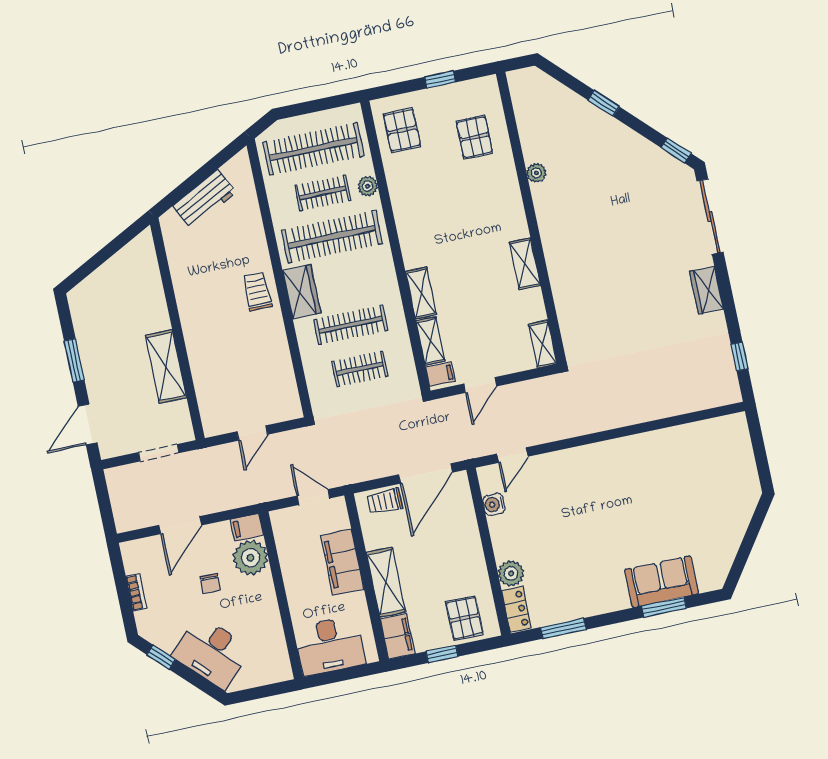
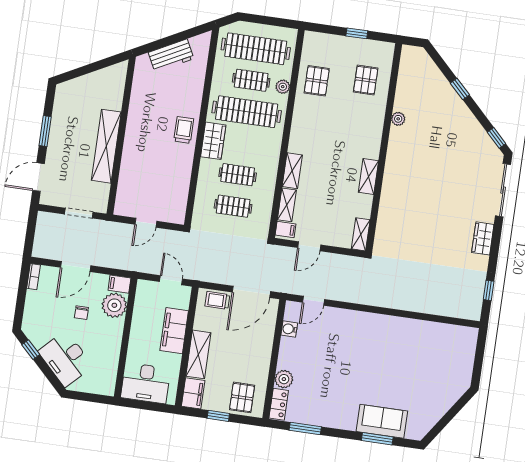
pallet: (402, 130) -> (317, 81), moved
clothes rail: (350, 325) -> (238, 175), width x0.73
shelving: (166, 367) -> (106, 146), width x1.47
bookcase: (136, 592) -> (33, 277), moved

